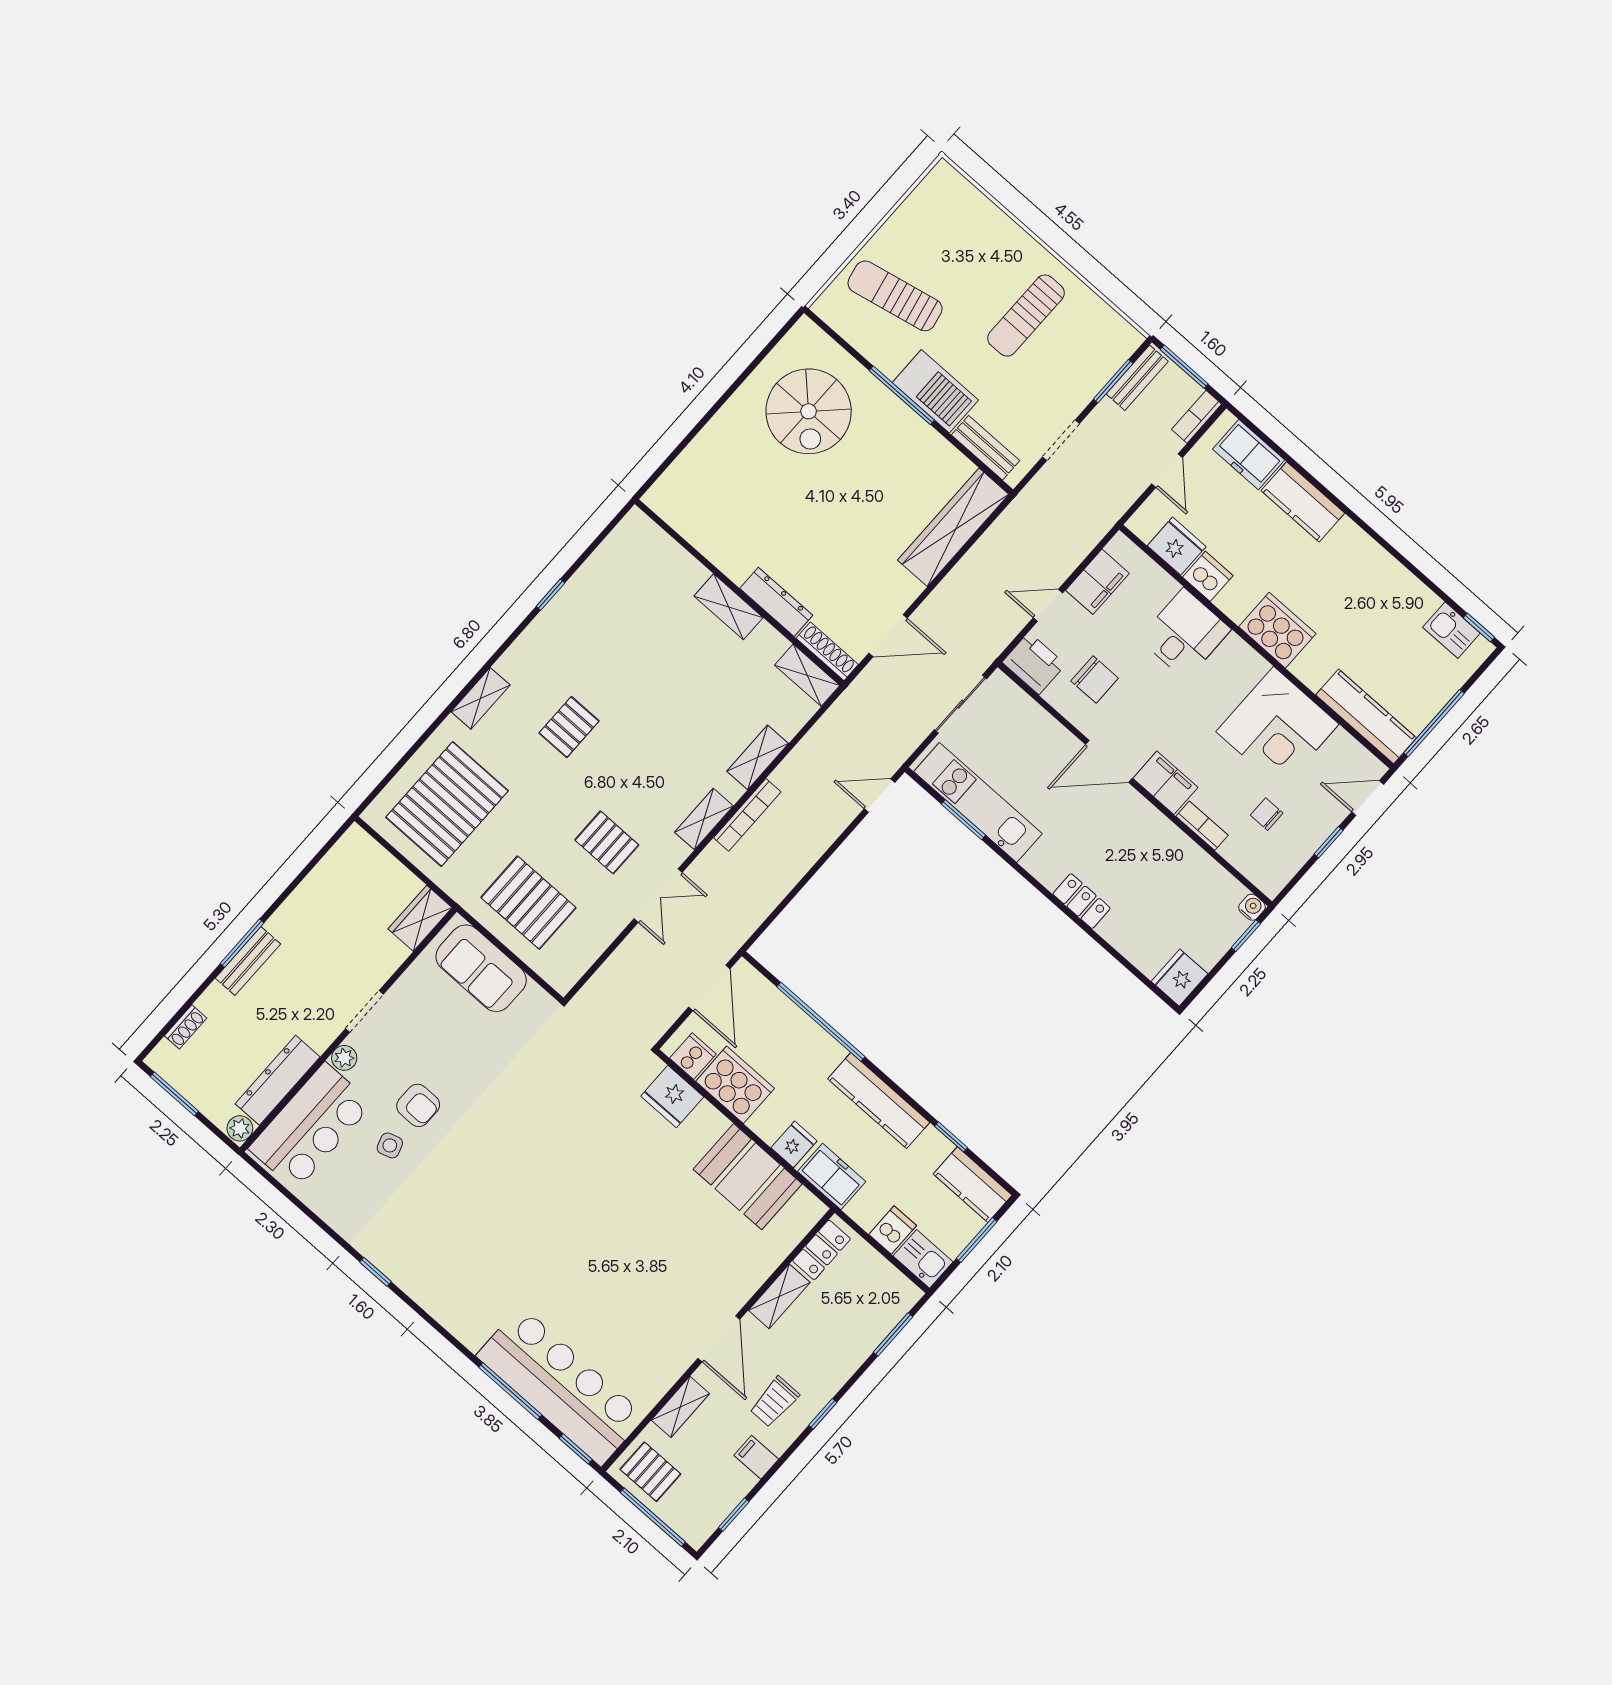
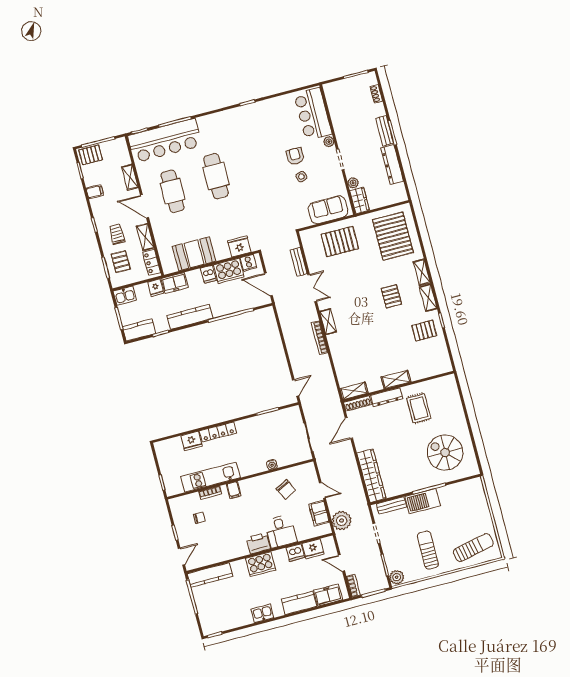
sun lounger: (895, 296) -> (473, 548), moved
plant: (1122, 341) -> (397, 577), added
bench: (1137, 378) -> (299, 262), moved
rug: (755, 523) -> (419, 408), added
plant: (1082, 527) -> (342, 521), added
door: (1048, 605) -> (322, 490), hinge flipped
kitchen sink: (1451, 630) -> (262, 613), moved
printer: (1034, 663) -> (258, 543), moved, turned 180
chair: (1095, 680) -> (286, 489), turned -117
corner desk: (1277, 728) -> (227, 542), removed
shelving: (758, 757) -> (428, 298), moved
door: (1109, 761) -> (254, 475), removed
filing cabinet: (1165, 783) -> (234, 490), width x0.50
kitchen unit: (978, 803) -> (211, 477), moved, turned 180
pallet: (607, 842) -> (424, 331), moved
double door: (658, 896) -> (312, 288), swing flipped
locker: (1082, 901) -> (218, 432), width x1.53
water cooler: (1252, 907) -> (272, 465), moved
fridge: (1180, 978) -> (191, 441), moved, turned 90
dresser: (278, 1080) -> (392, 164), moved, turned 180
armchair: (418, 1105) -> (295, 156), turned 90
plant: (240, 1128) -> (353, 183), moved
fridge: (794, 1144) -> (156, 288), moved
side table: (390, 1145) -> (301, 177), moved
dishwasher: (893, 1230) -> (208, 274), moved
cafe table: (563, 1237) -> (216, 176), added
cafe table: (652, 1303) -> (173, 191), added
pallet: (861, 1312) -> (121, 262), added
trolley: (774, 1402) -> (117, 234), moved
pallet: (650, 1472) -> (91, 155), moved

